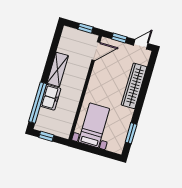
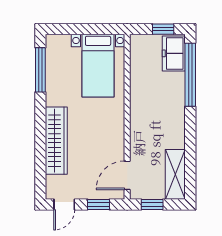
shelving: (58, 69) -> (175, 174), moved
freezer: (51, 97) -> (174, 53), moved
window: (131, 133) -> (40, 70), width x1.44

